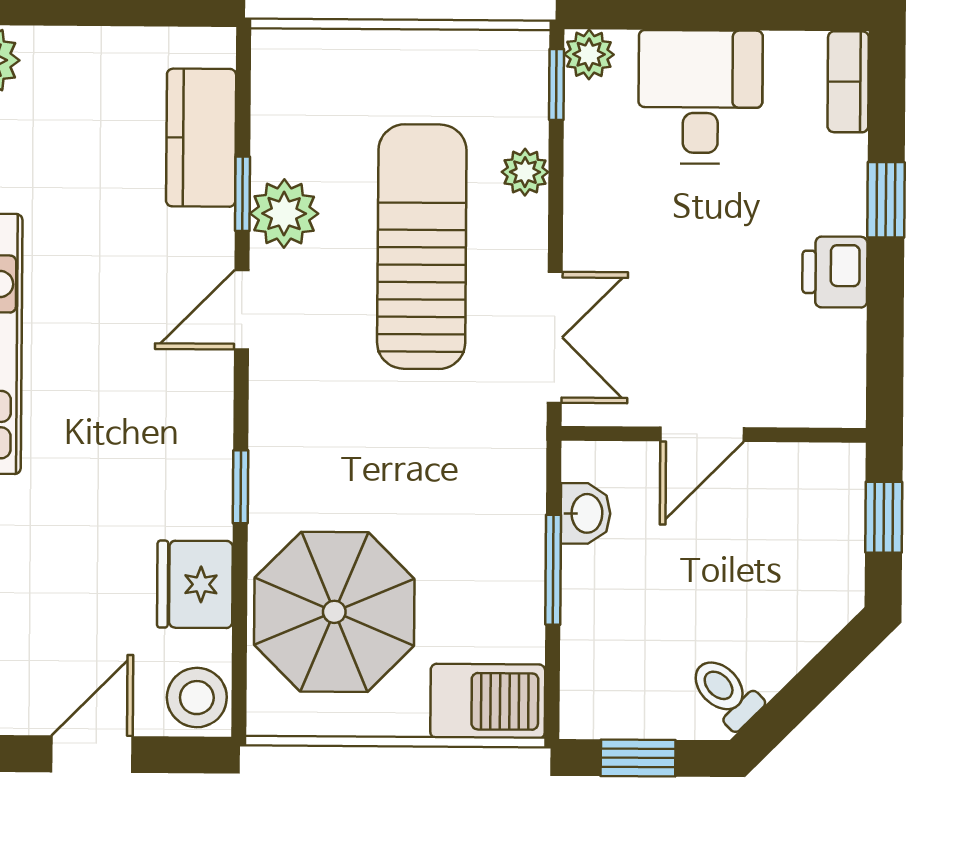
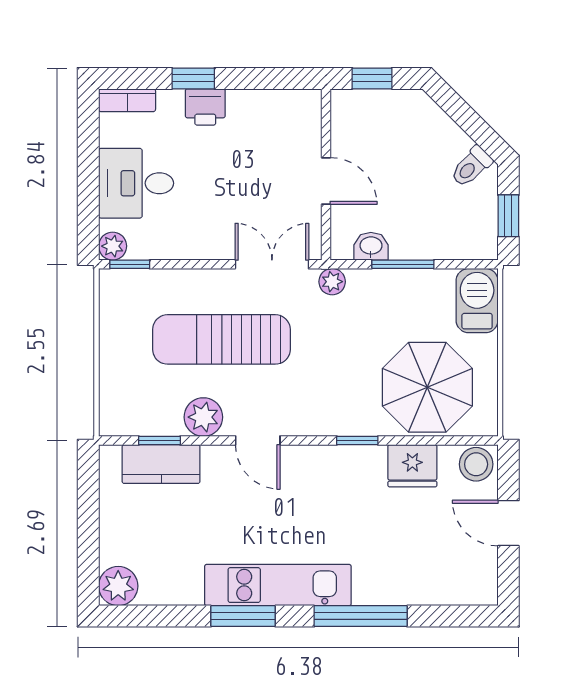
plant: (525, 172) -> (332, 282), moved
window: (243, 194) -> (159, 441), moved
printer: (835, 272) -> (205, 107), moved

